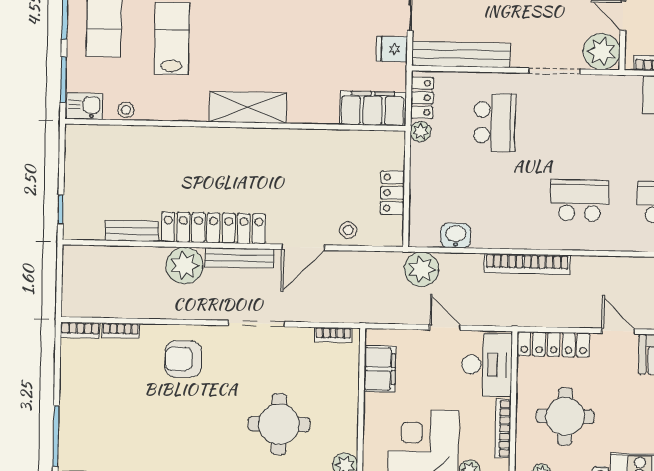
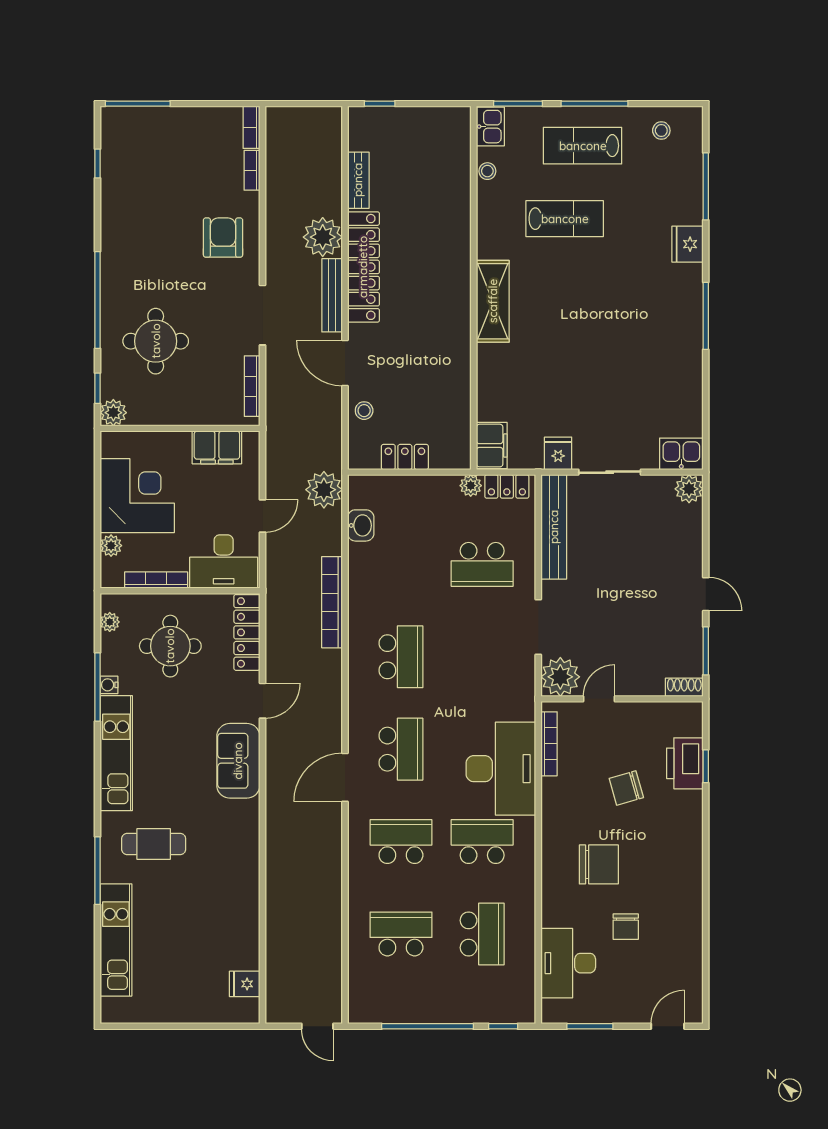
filing cabinet: (373, 108) -> (492, 446), width x0.67, depth x0.86
bookcase: (333, 335) -> (252, 386), width x1.56

